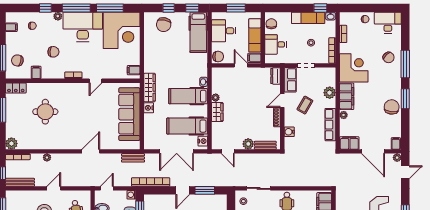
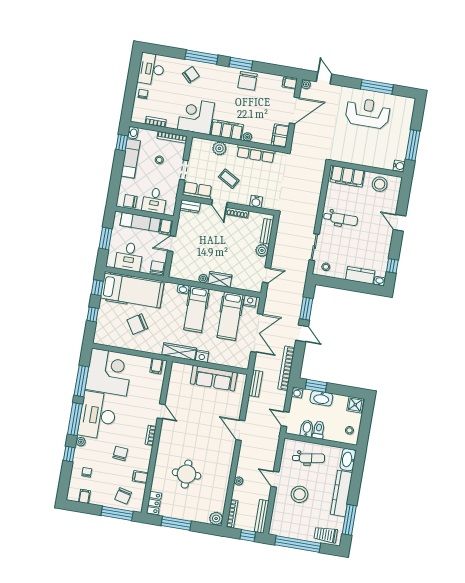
chair: (164, 25) -> (137, 324), moved, turned 138
hospital bed: (198, 32) -> (132, 291), width x1.37, depth x1.29
chair: (392, 107) -> (248, 81), turned -96
sofa: (129, 114) -> (214, 378), width x0.74, depth x0.79

